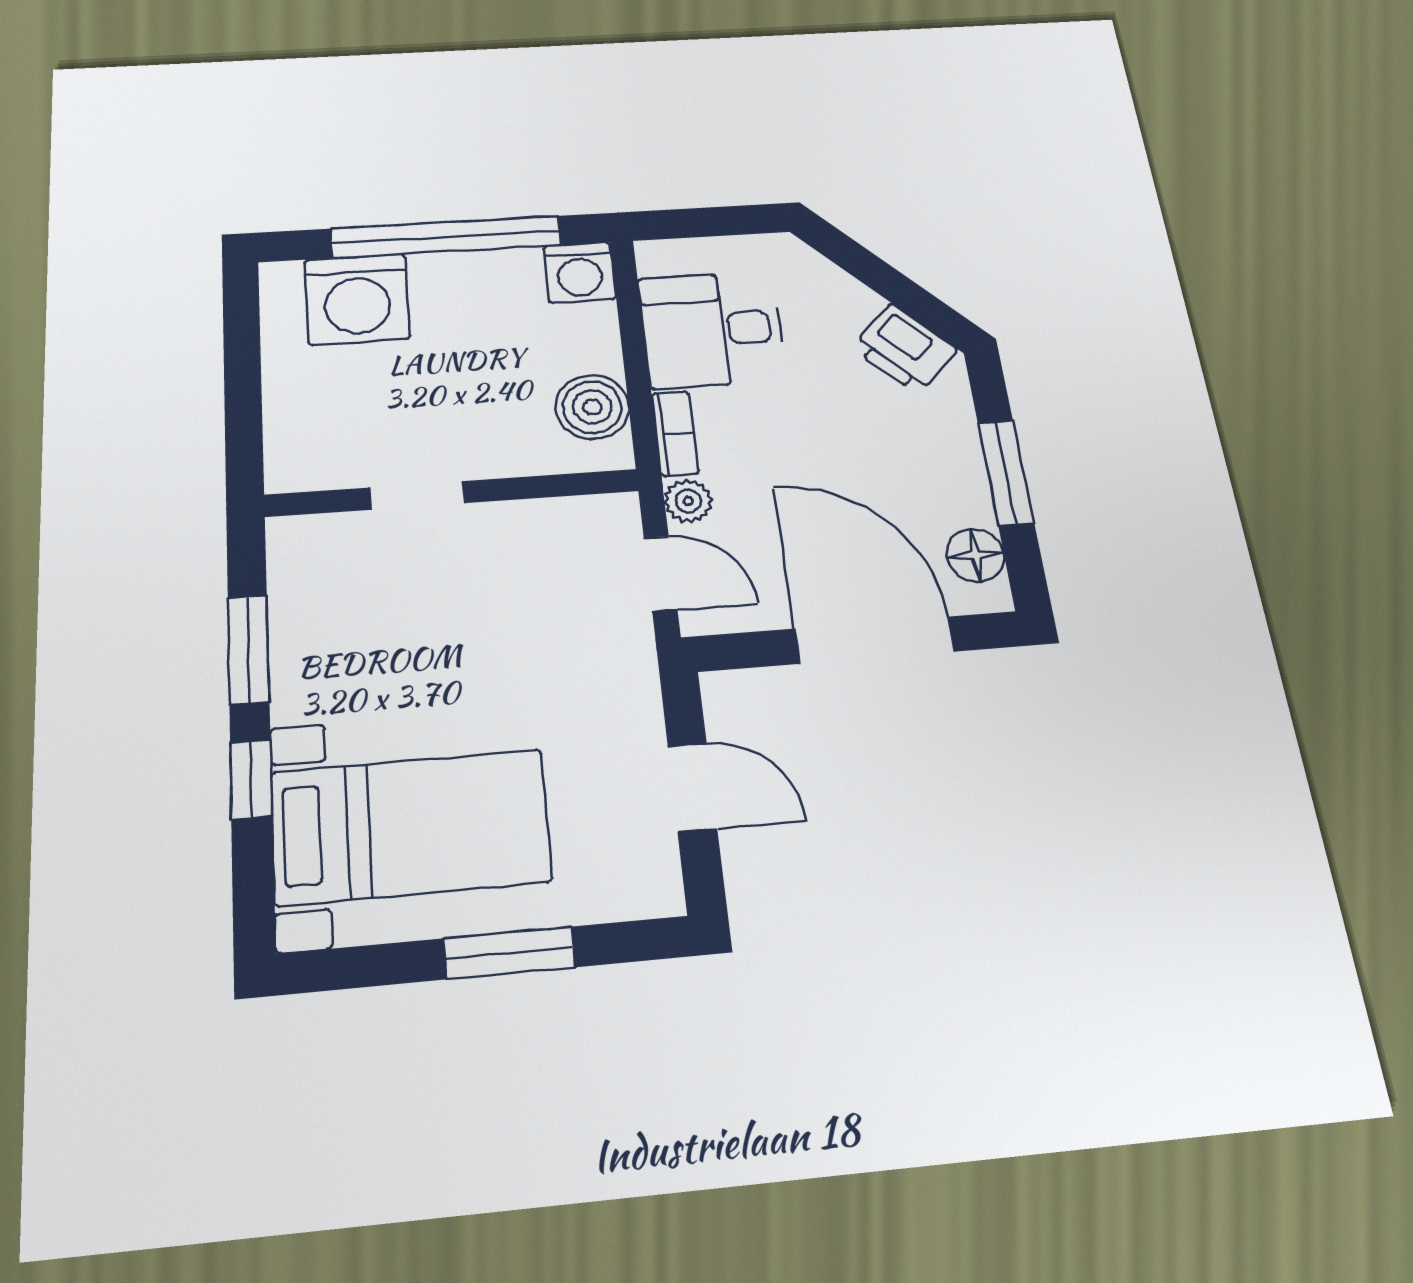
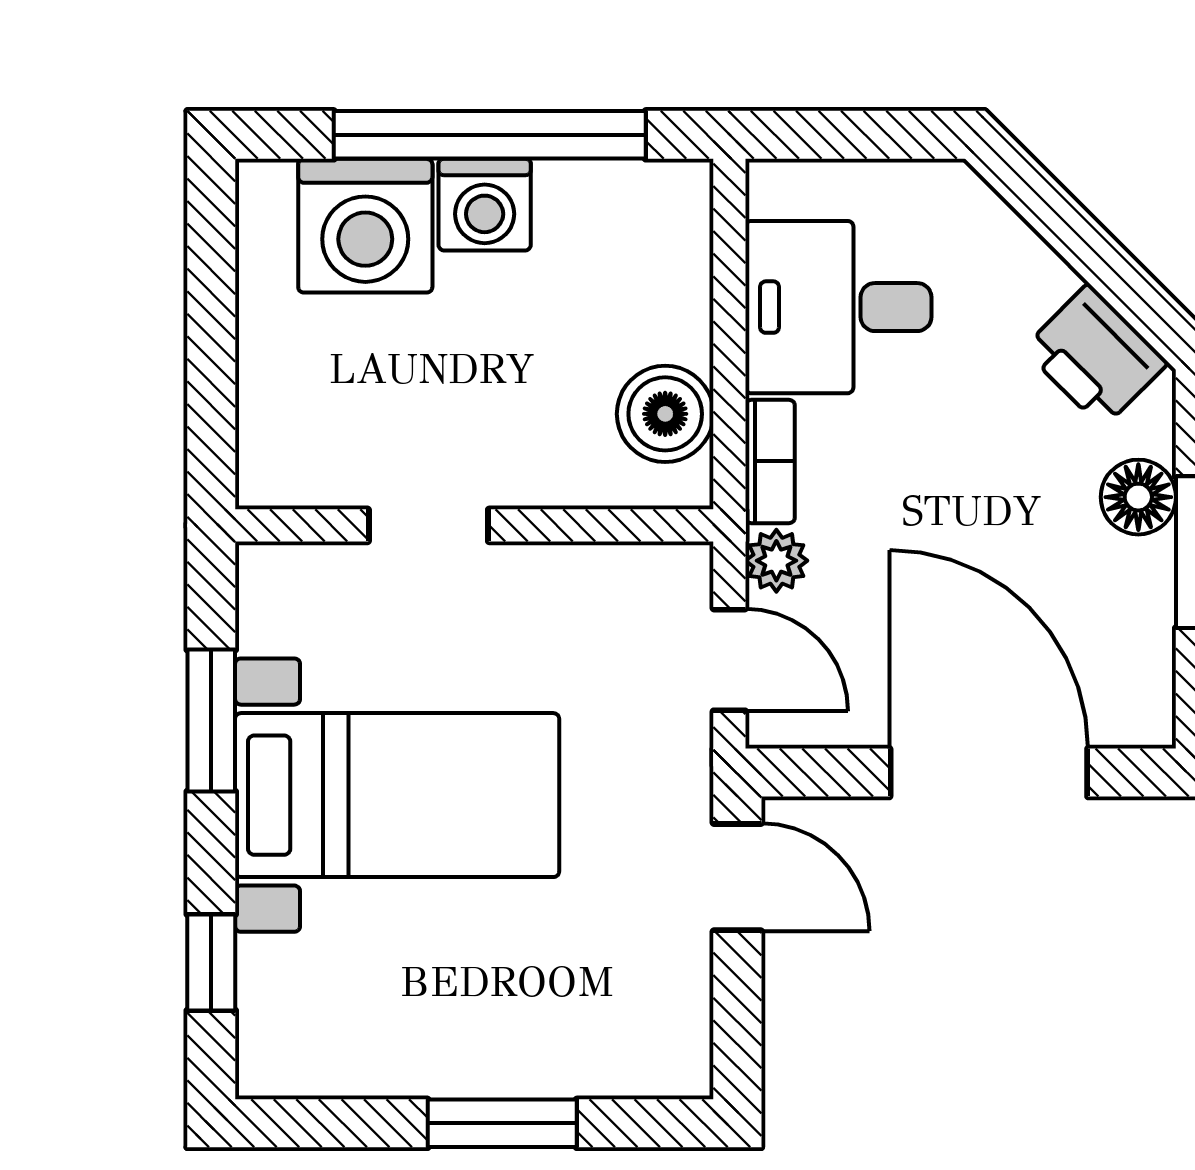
washing machine: (580, 273) -> (485, 205), moved
floor lamp: (975, 555) -> (1138, 497), moved
window: (251, 779) -> (211, 962), moved
door: (692, 787) -> (737, 877), moved
bed with nightstands: (411, 827) -> (397, 795), moved

